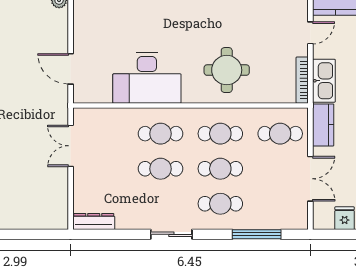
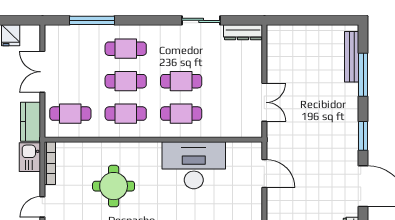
round table: (227, 70) -> (114, 186), moved
kitchen sink: (324, 81) -> (30, 157), width x0.73
sliding door: (171, 234) -> (201, 20), moved

